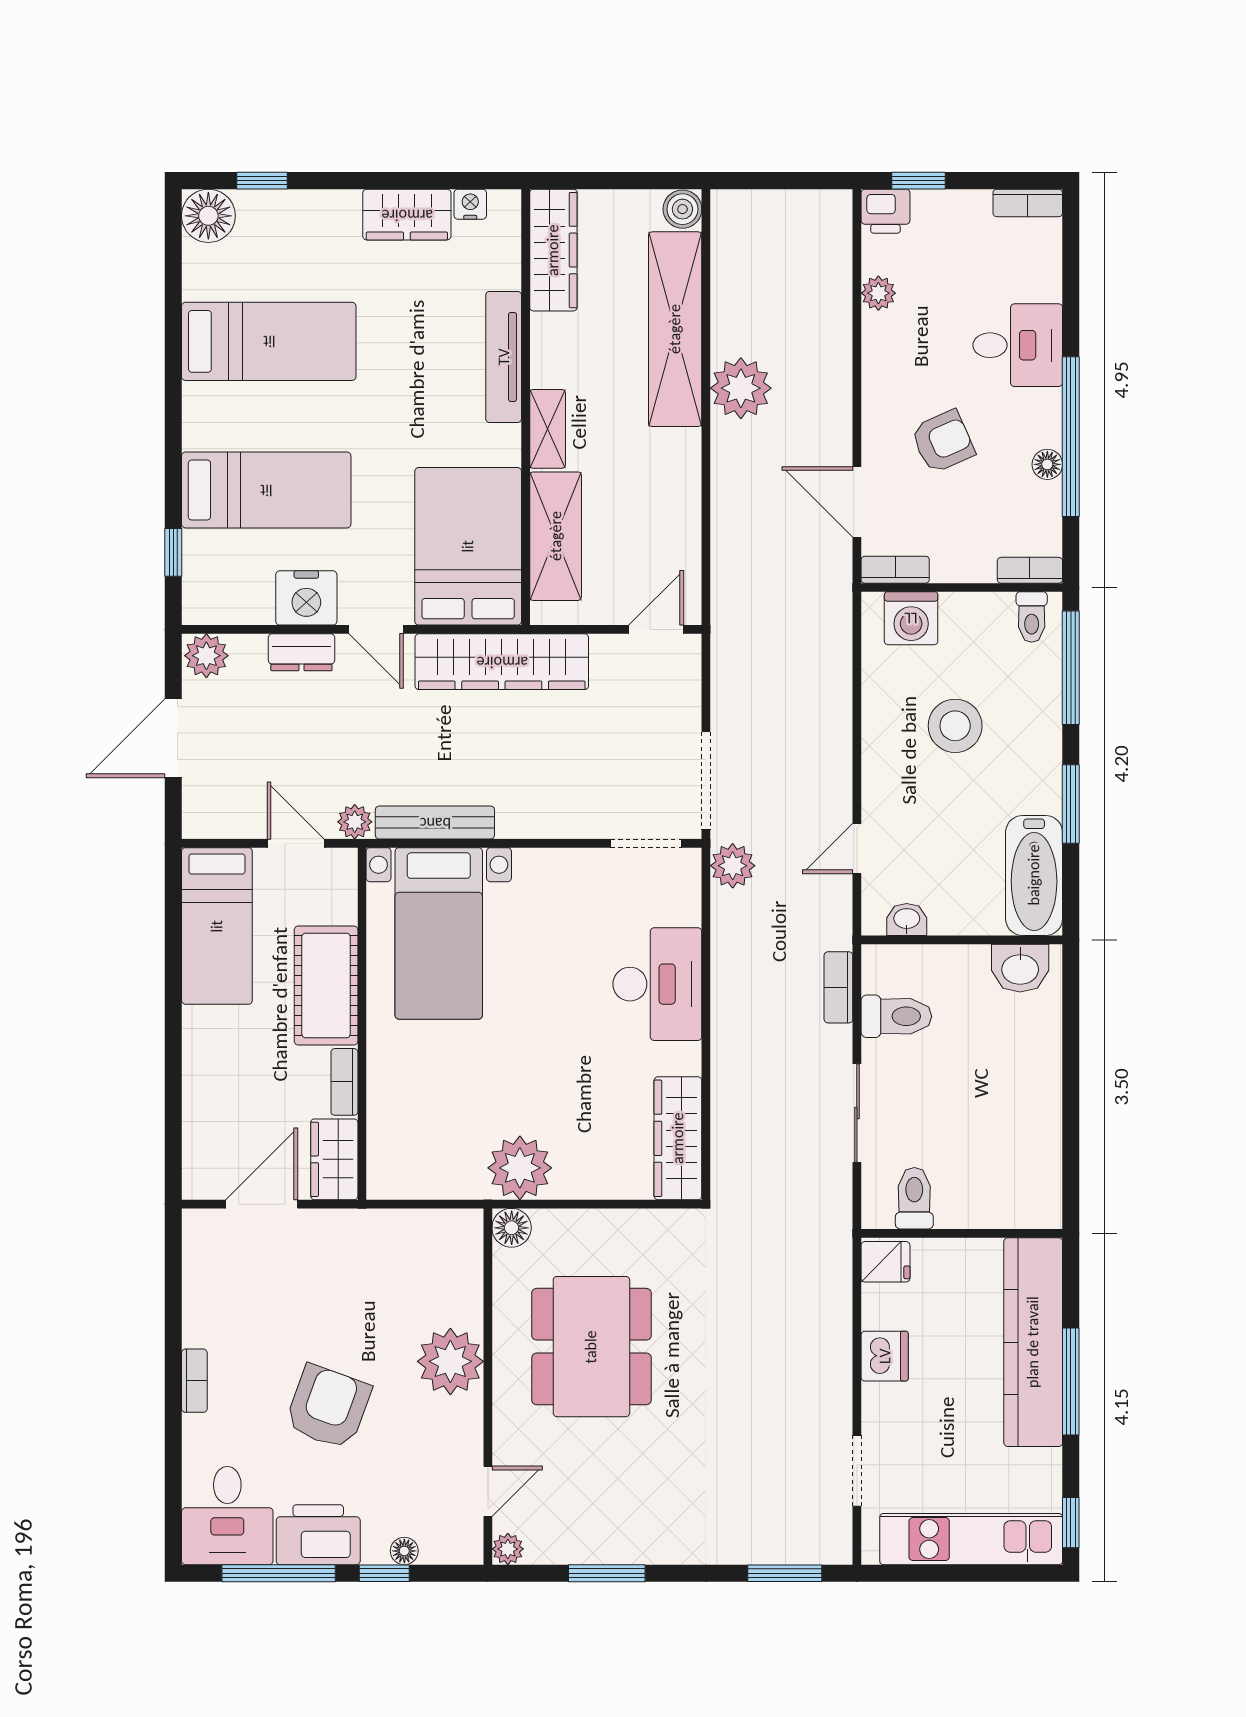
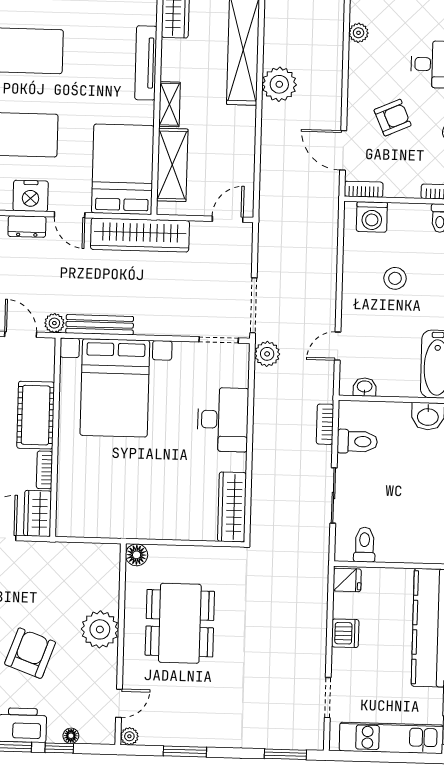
stool: (955, 726) -> (395, 278), width x0.73, depth x0.73
bed with nightstands: (439, 933) -> (115, 388), width x1.36
plant: (520, 1168) -> (142, 521), removed

